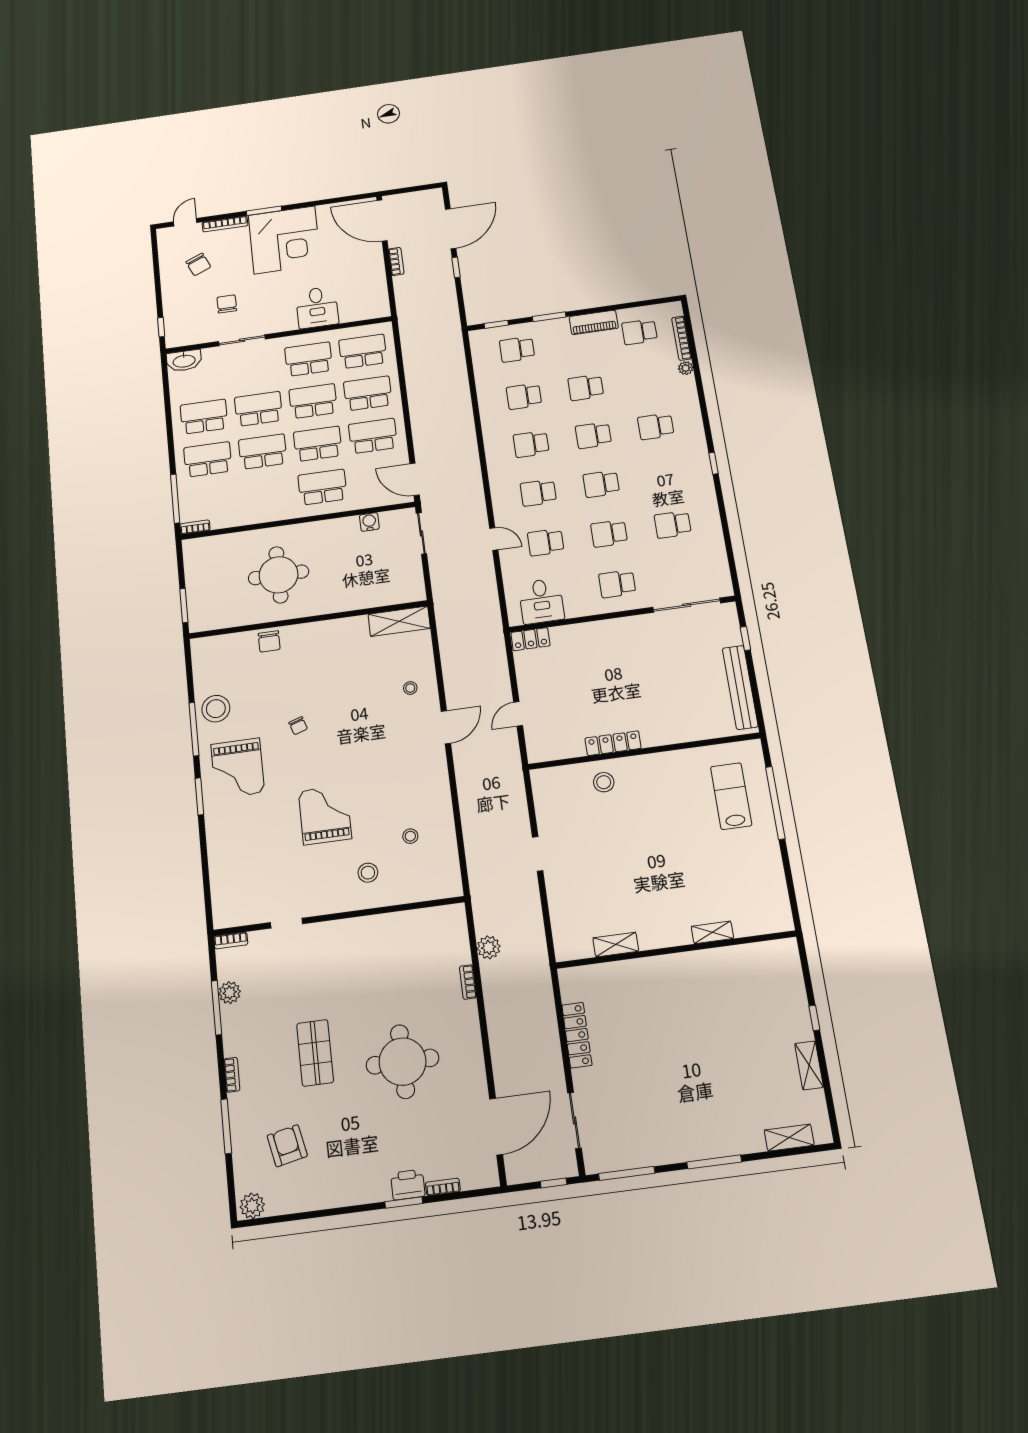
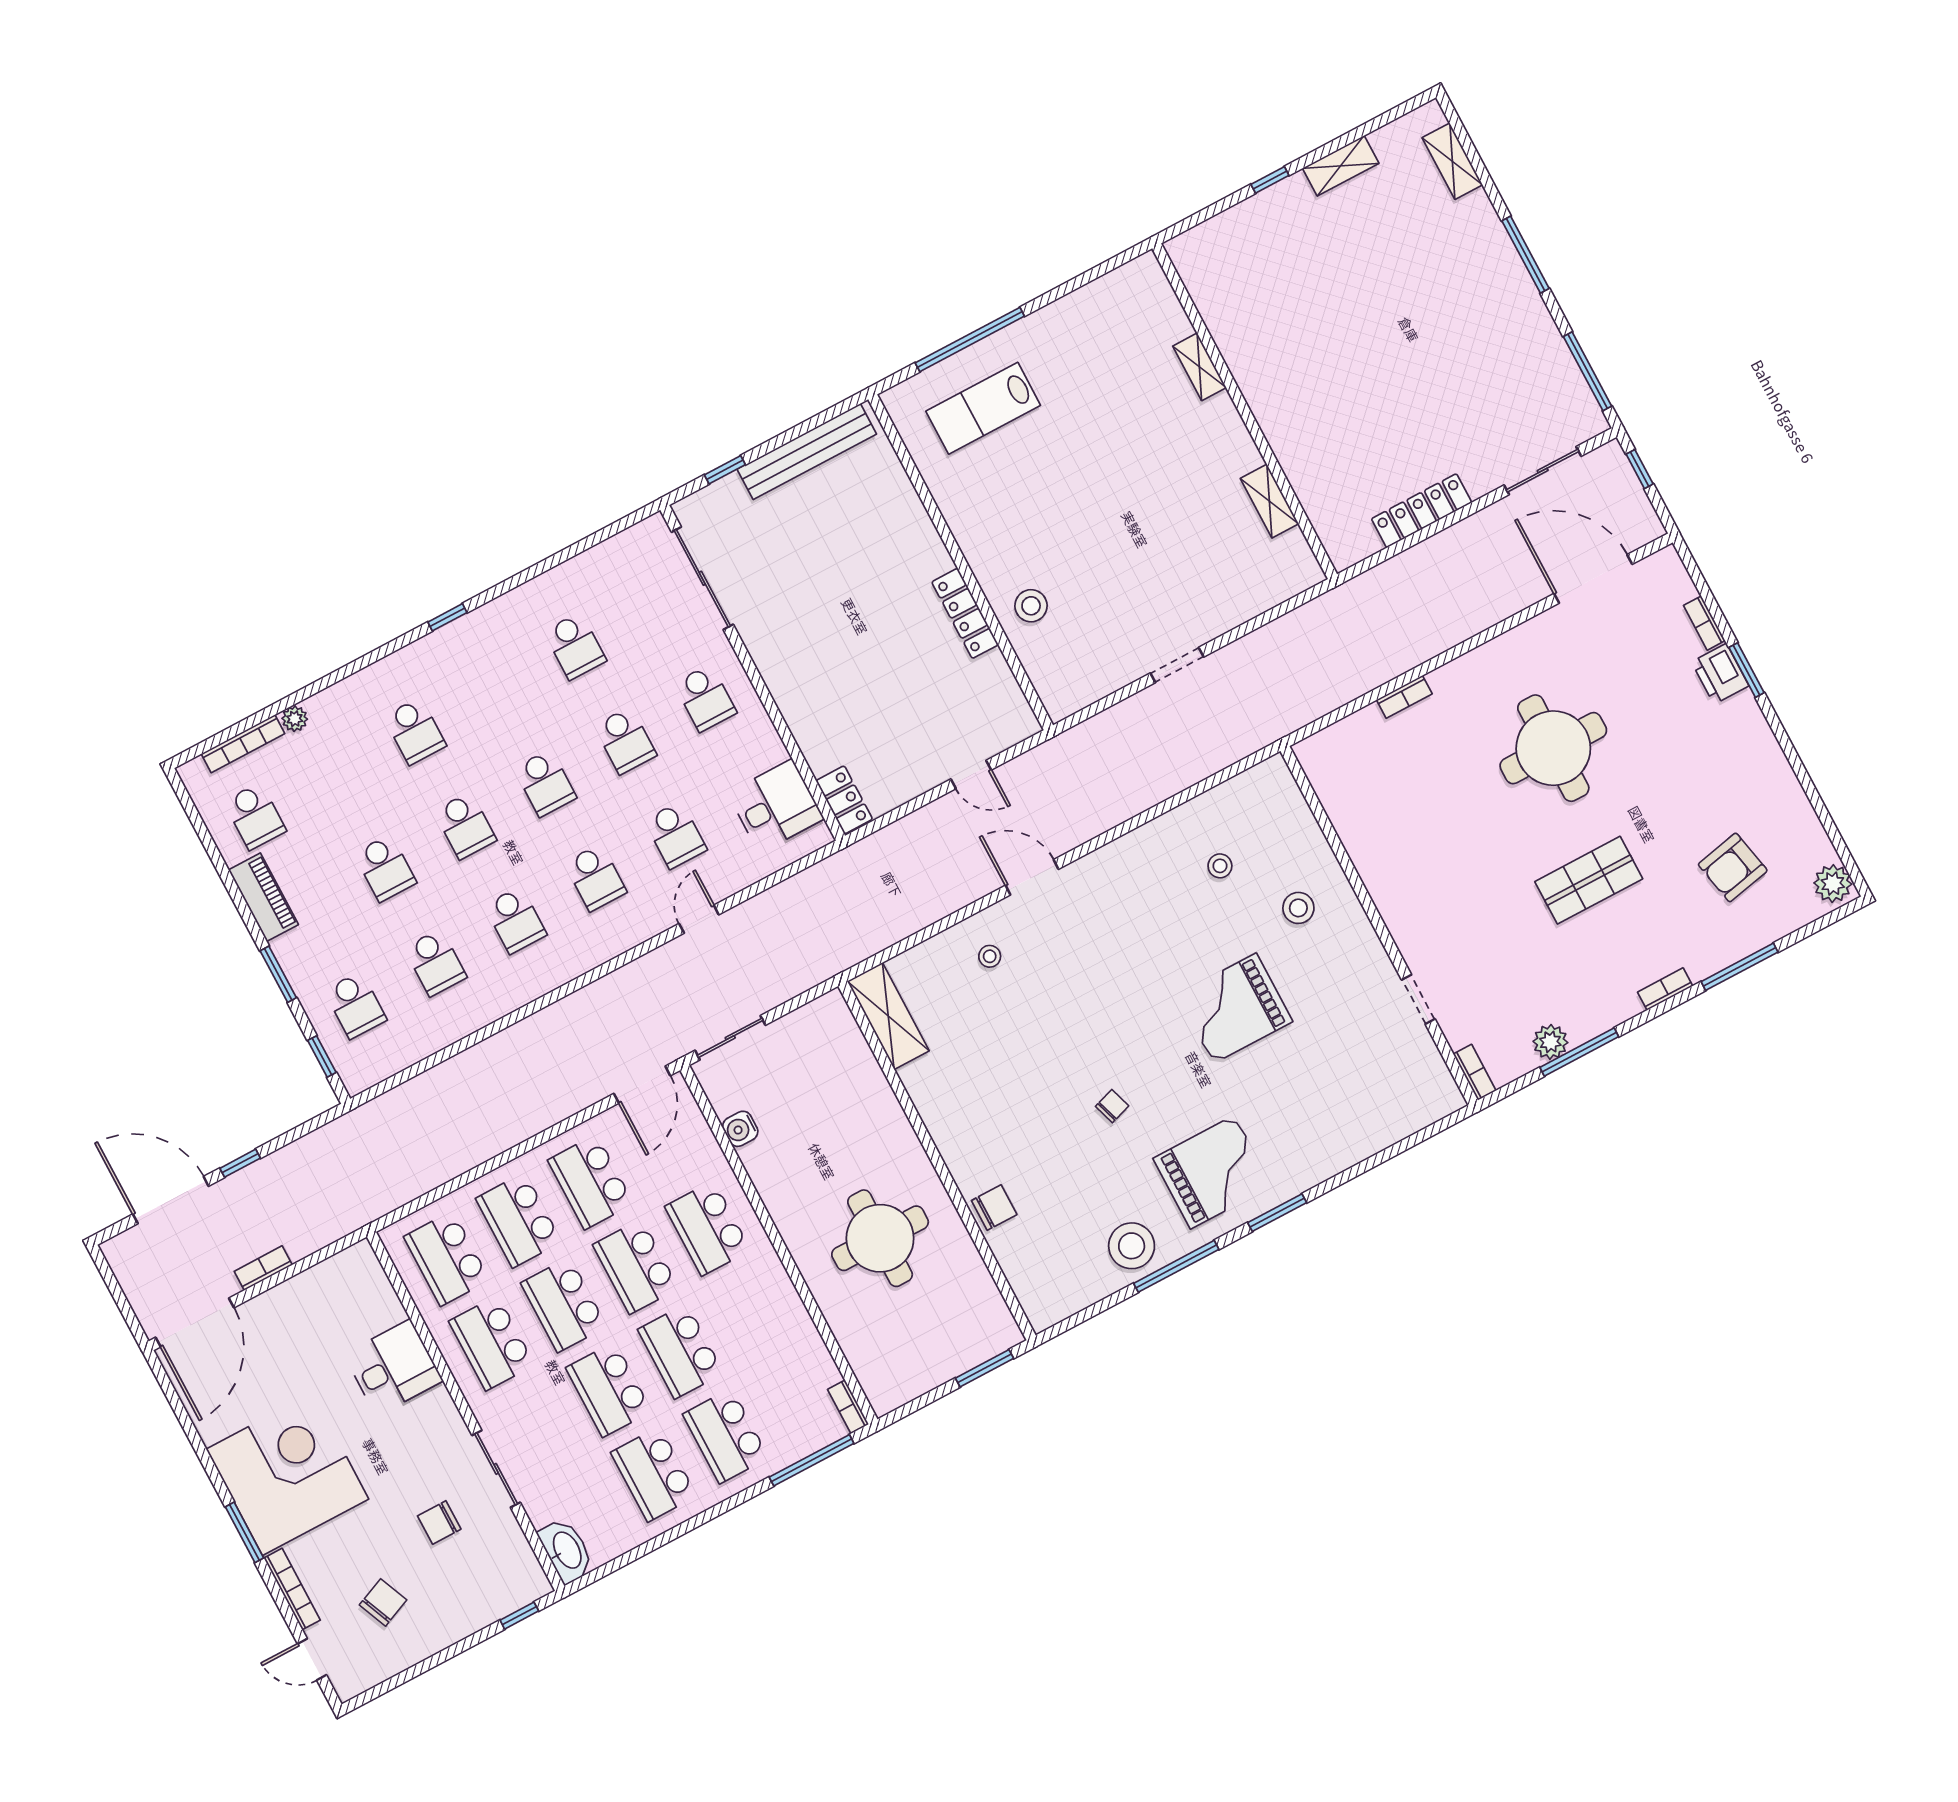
plant: (489, 947) -> (1343, 686), removed

